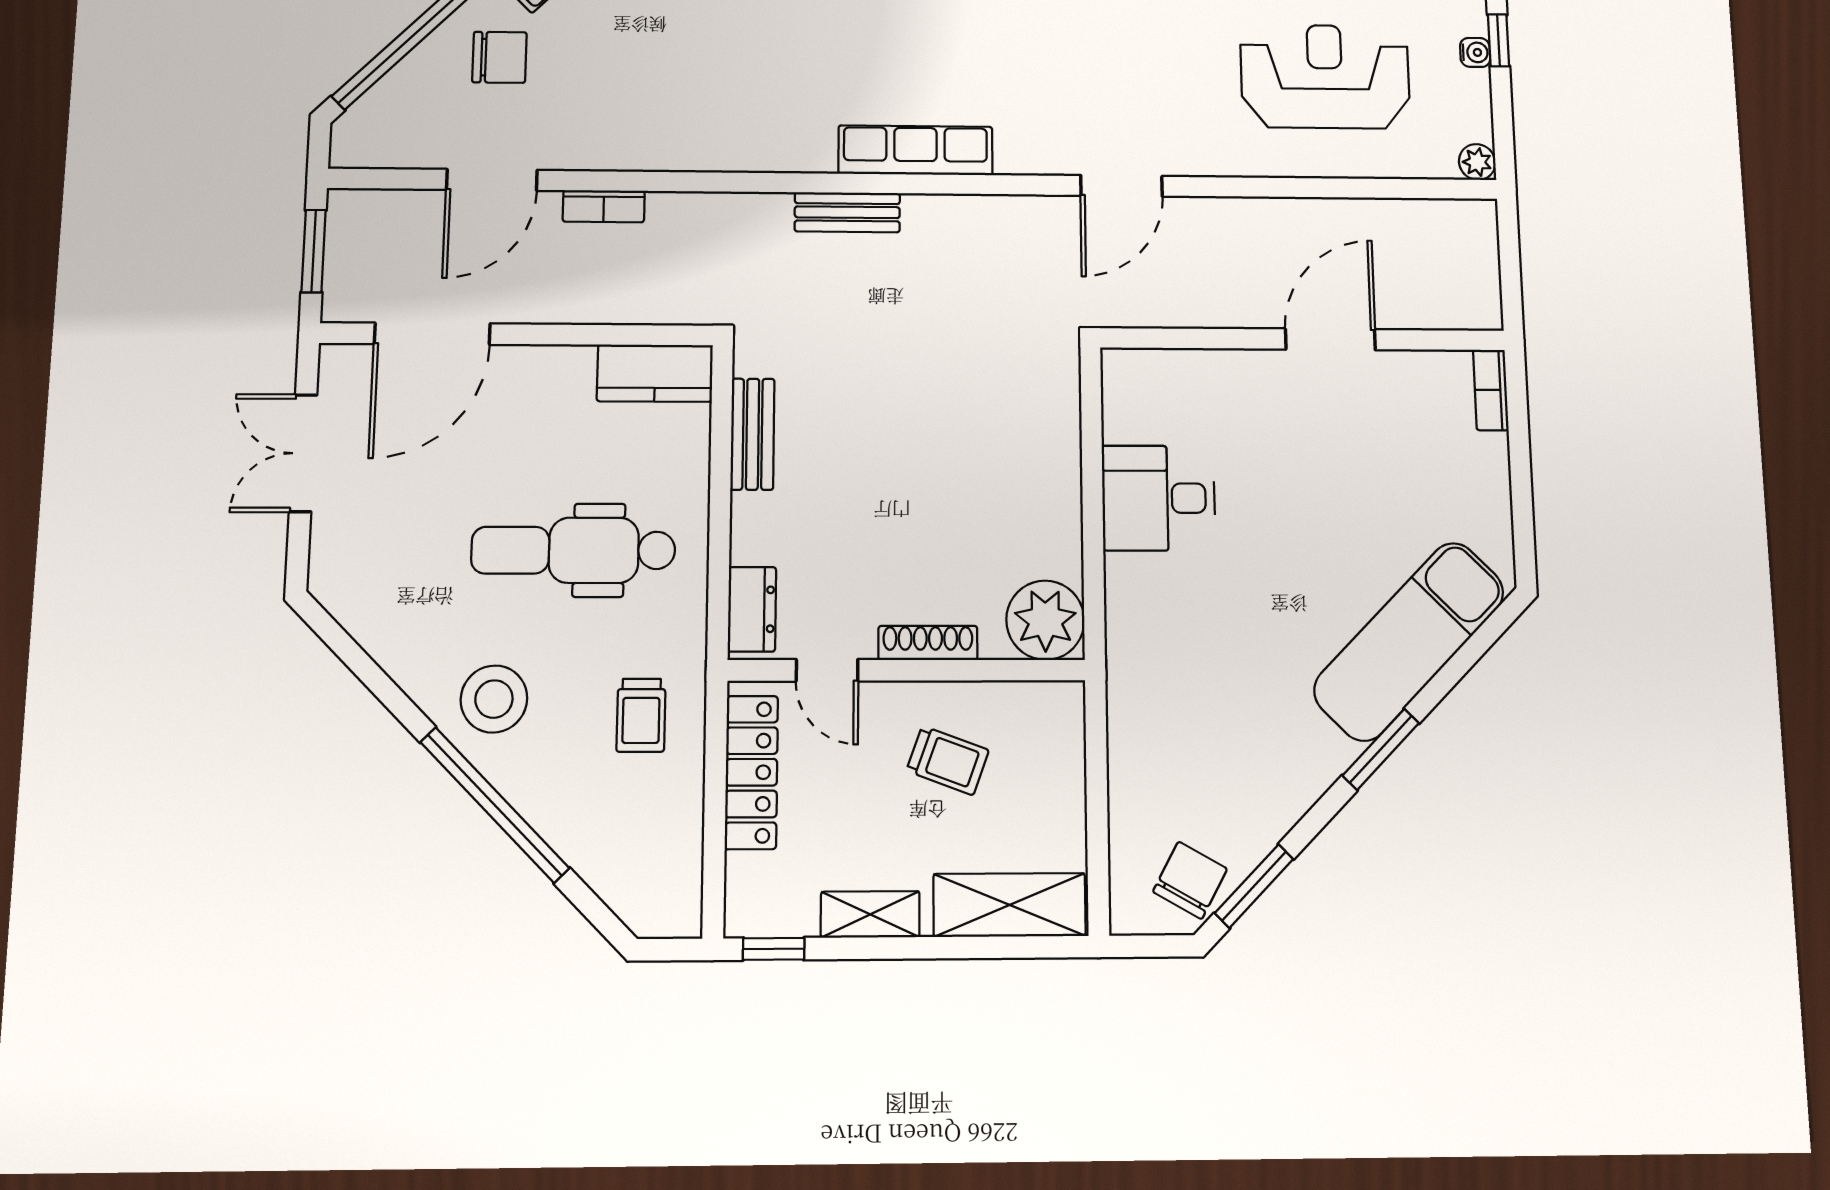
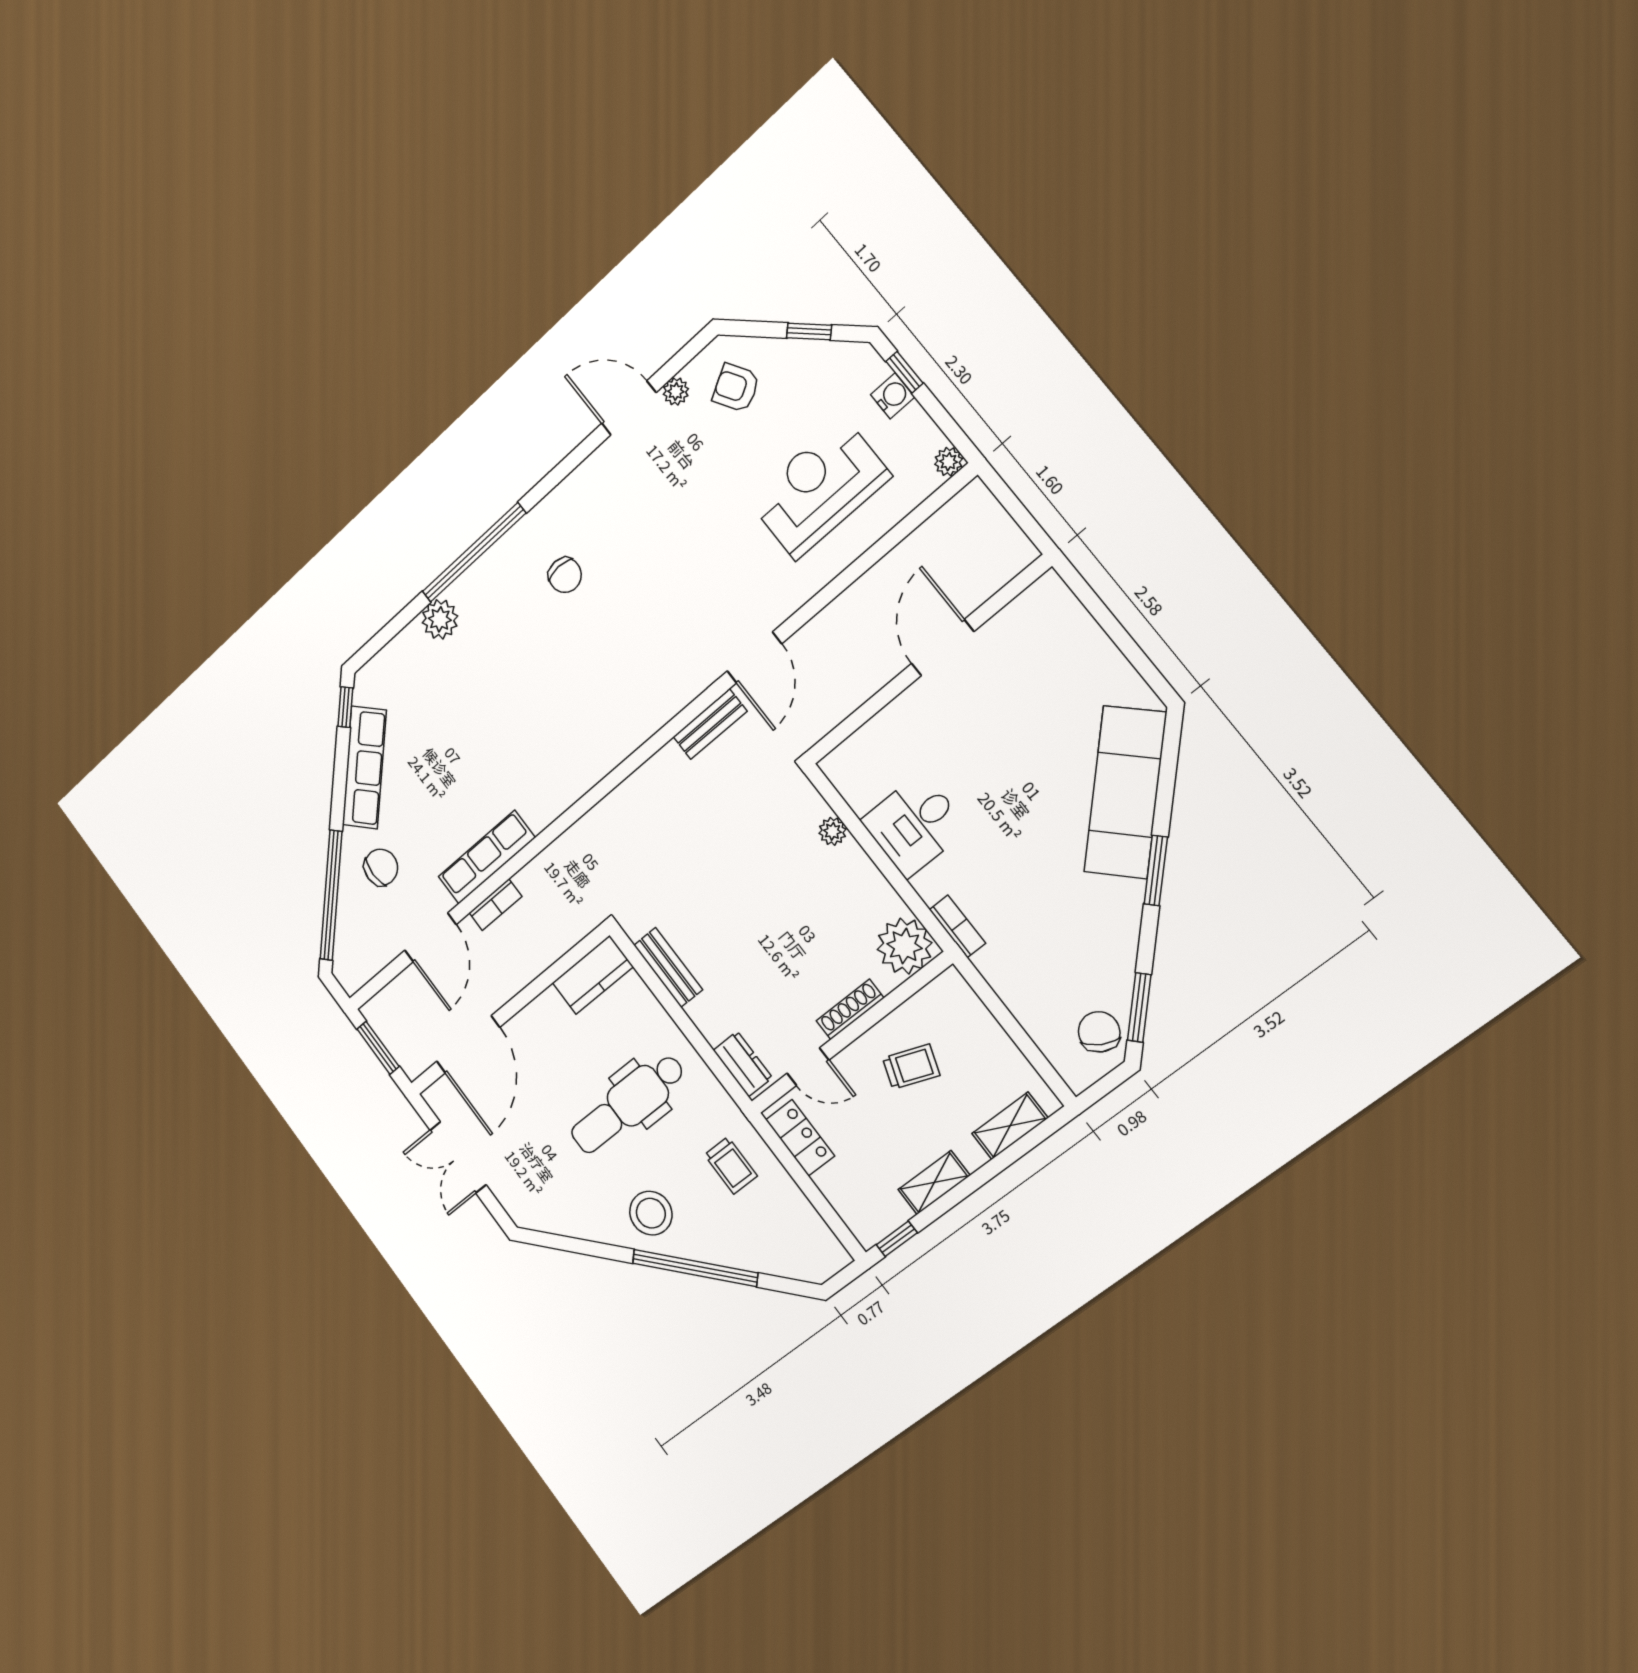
water cooler: (1475, 52) -> (893, 396), width x1.38, depth x1.38
row of seats: (915, 150) -> (487, 857), moved
bench: (847, 212) -> (710, 724), moved
bookcase: (1491, 390) -> (957, 926), moved, turned 180
plant: (1062, 434) -> (832, 831), added
locker: (751, 772) -> (800, 1138), width x0.66
shelving: (1009, 905) -> (1010, 1126), width x0.67, depth x0.75

